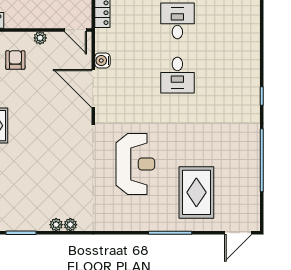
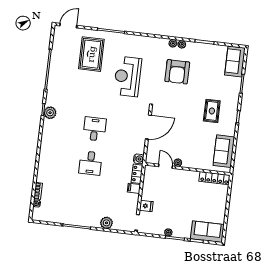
door: (75, 30) -> (165, 166), moved
armchair: (15, 60) -> (177, 72), moved, width x1.88, depth x1.88
water cooler: (102, 60) -> (139, 159), moved
door: (93, 88) -> (148, 127), hinge flipped
plant: (250, 92) -> (50, 113), added

